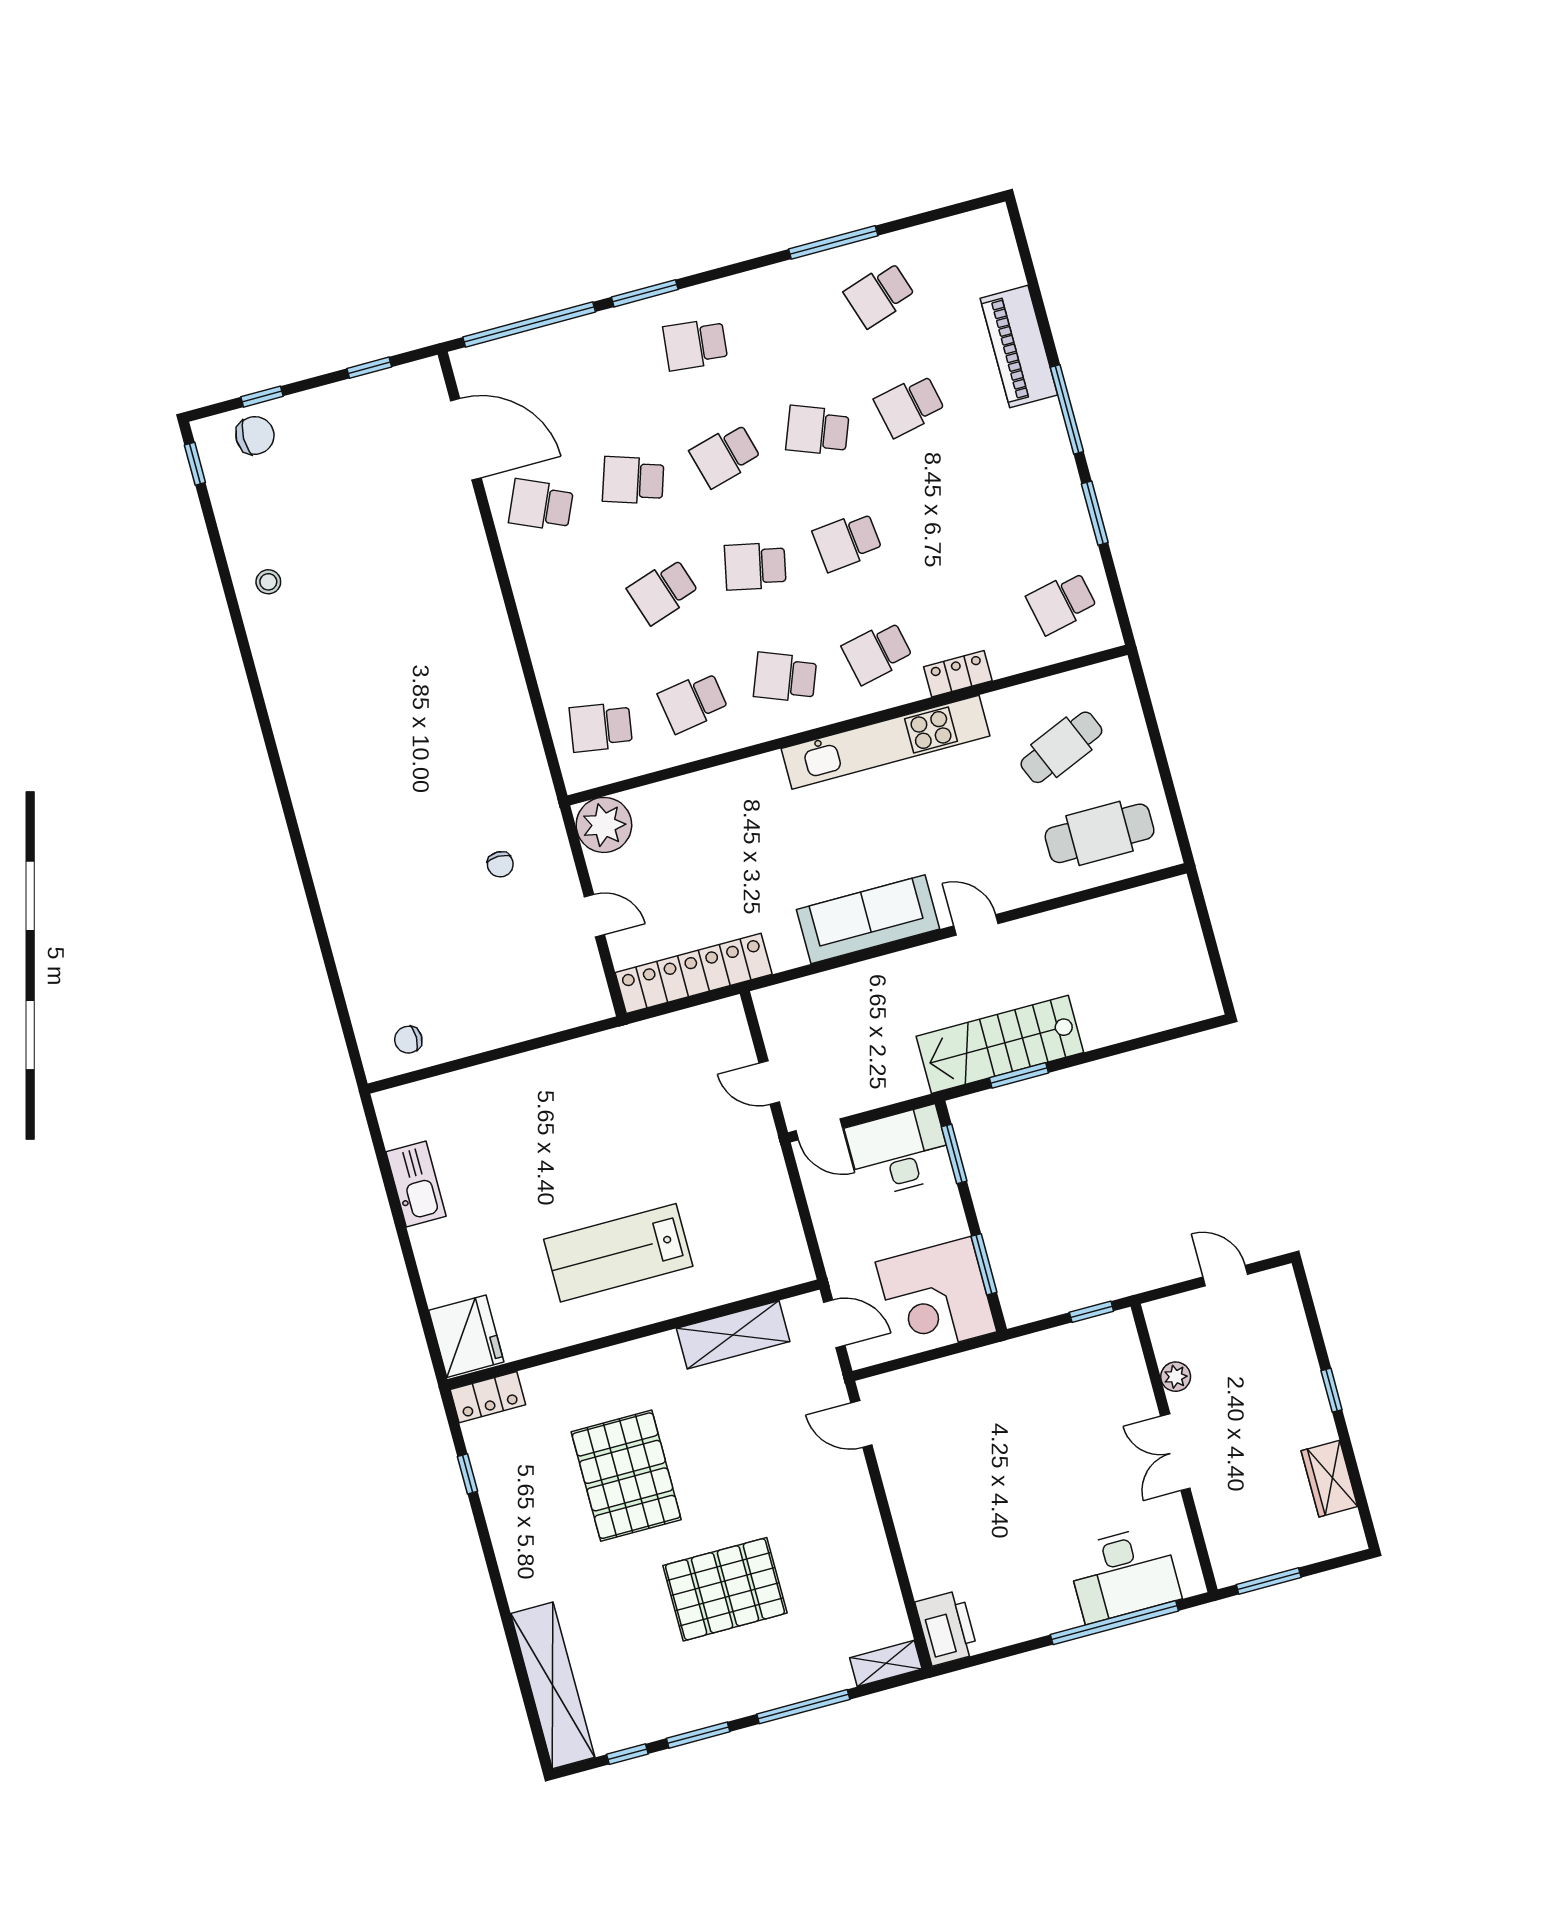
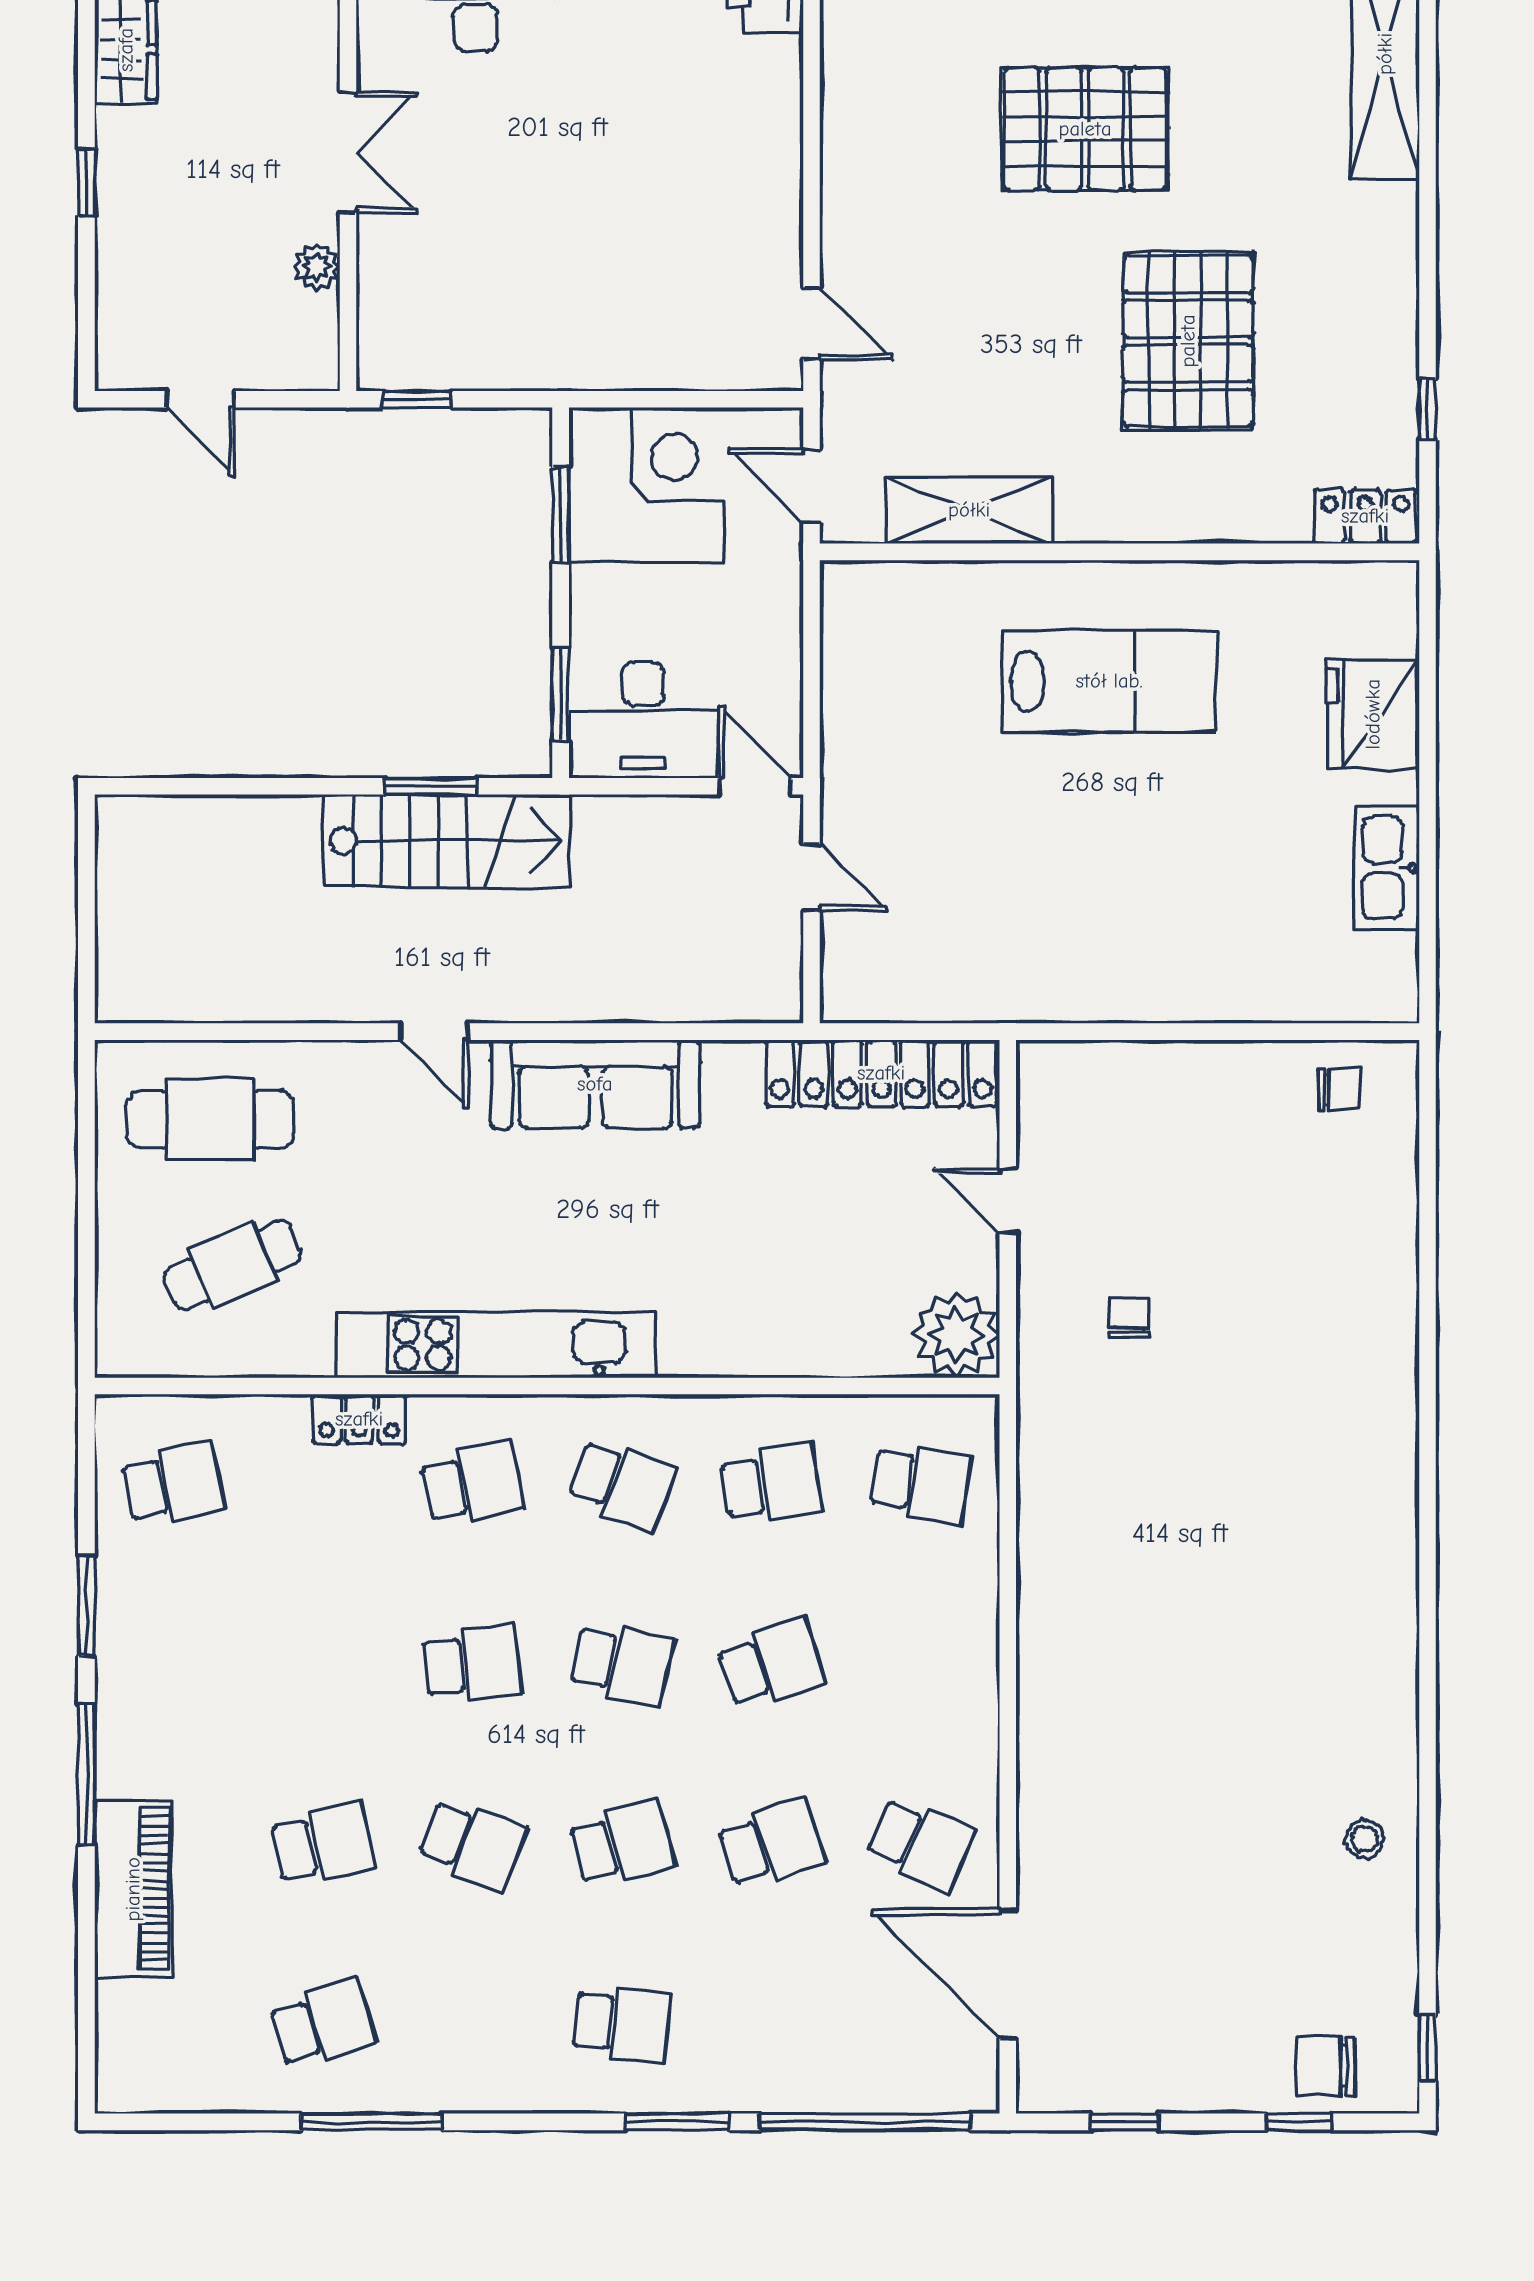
school desk: (633, 480) -> (771, 1844), turned -36
fridge: (466, 1336) -> (1373, 714), moved

